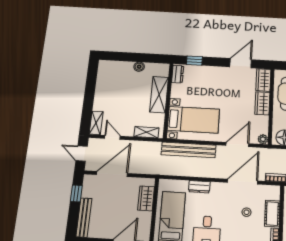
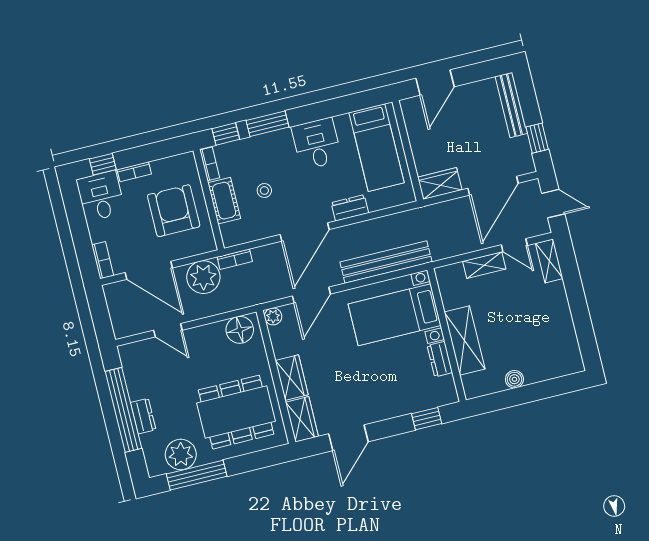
dresser: (178, 74) -> (440, 359), moved
shelving: (146, 132) -> (484, 265), moved
door: (243, 182) -> (305, 232), moved
wardrobe: (146, 198) -> (440, 184), moved, turned -90

